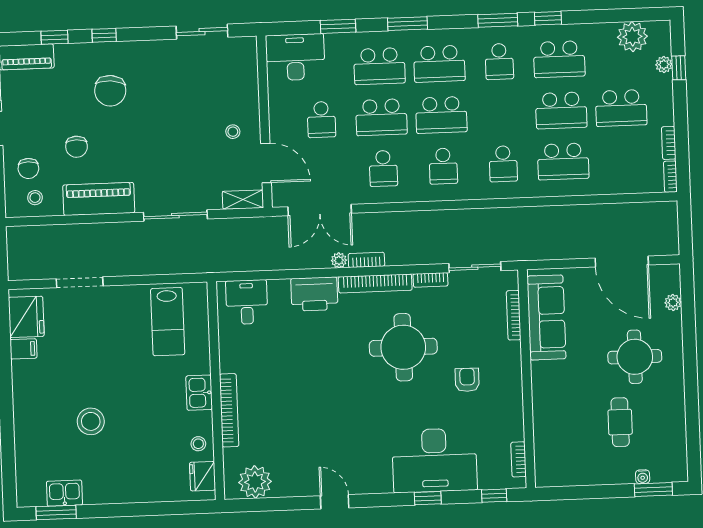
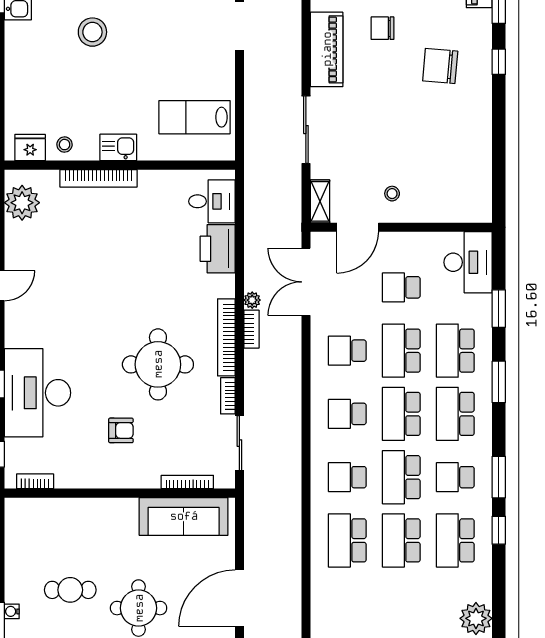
sliding door: (202, 32) -> (499, 165), removed
school desk: (621, 108) -> (401, 477), moved
printer: (314, 294) -> (218, 249), moved

